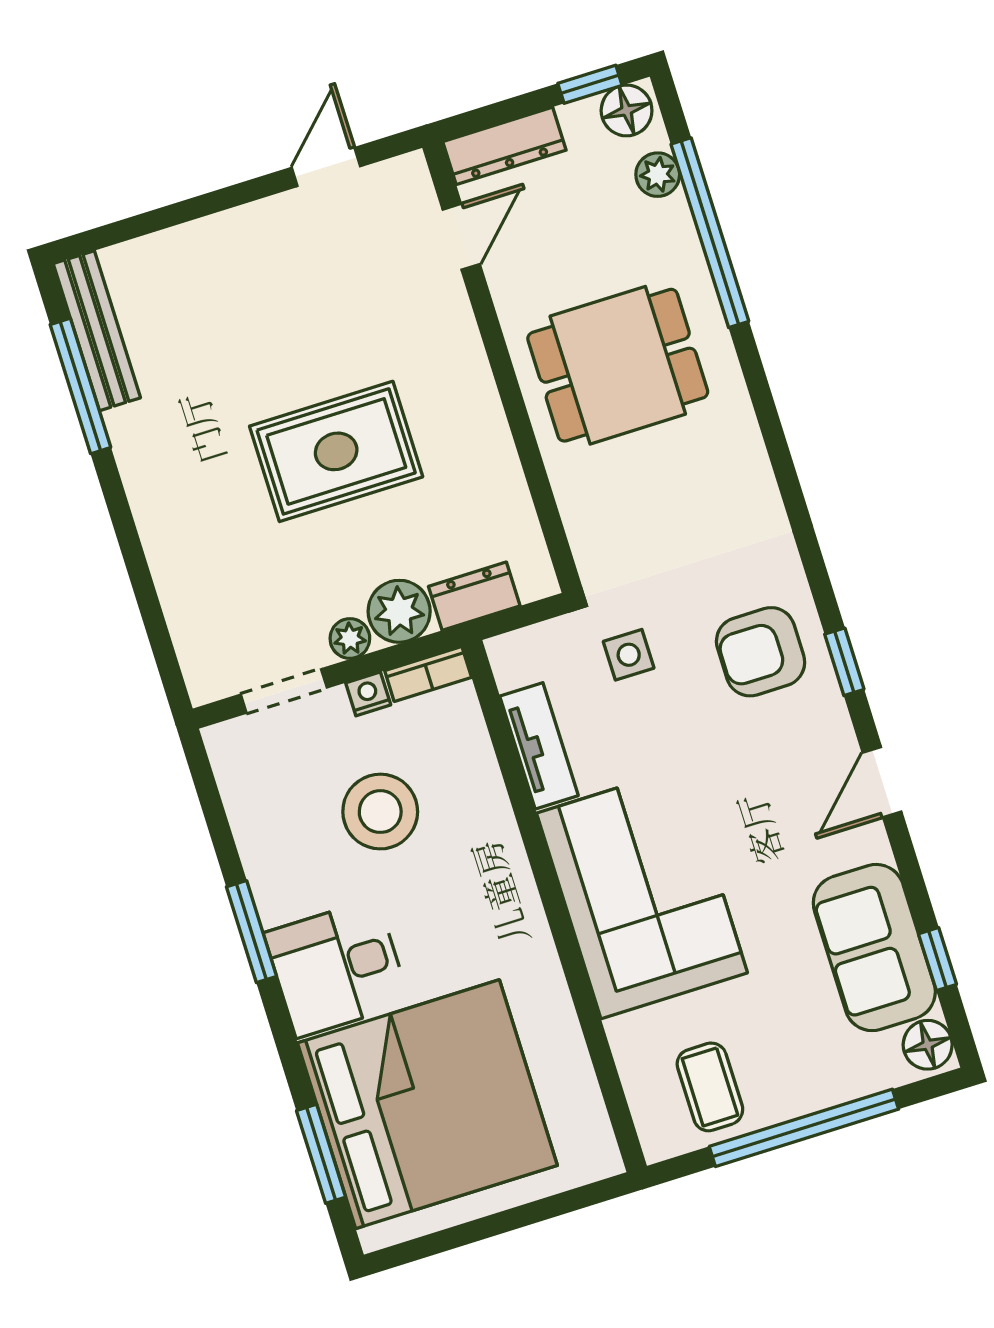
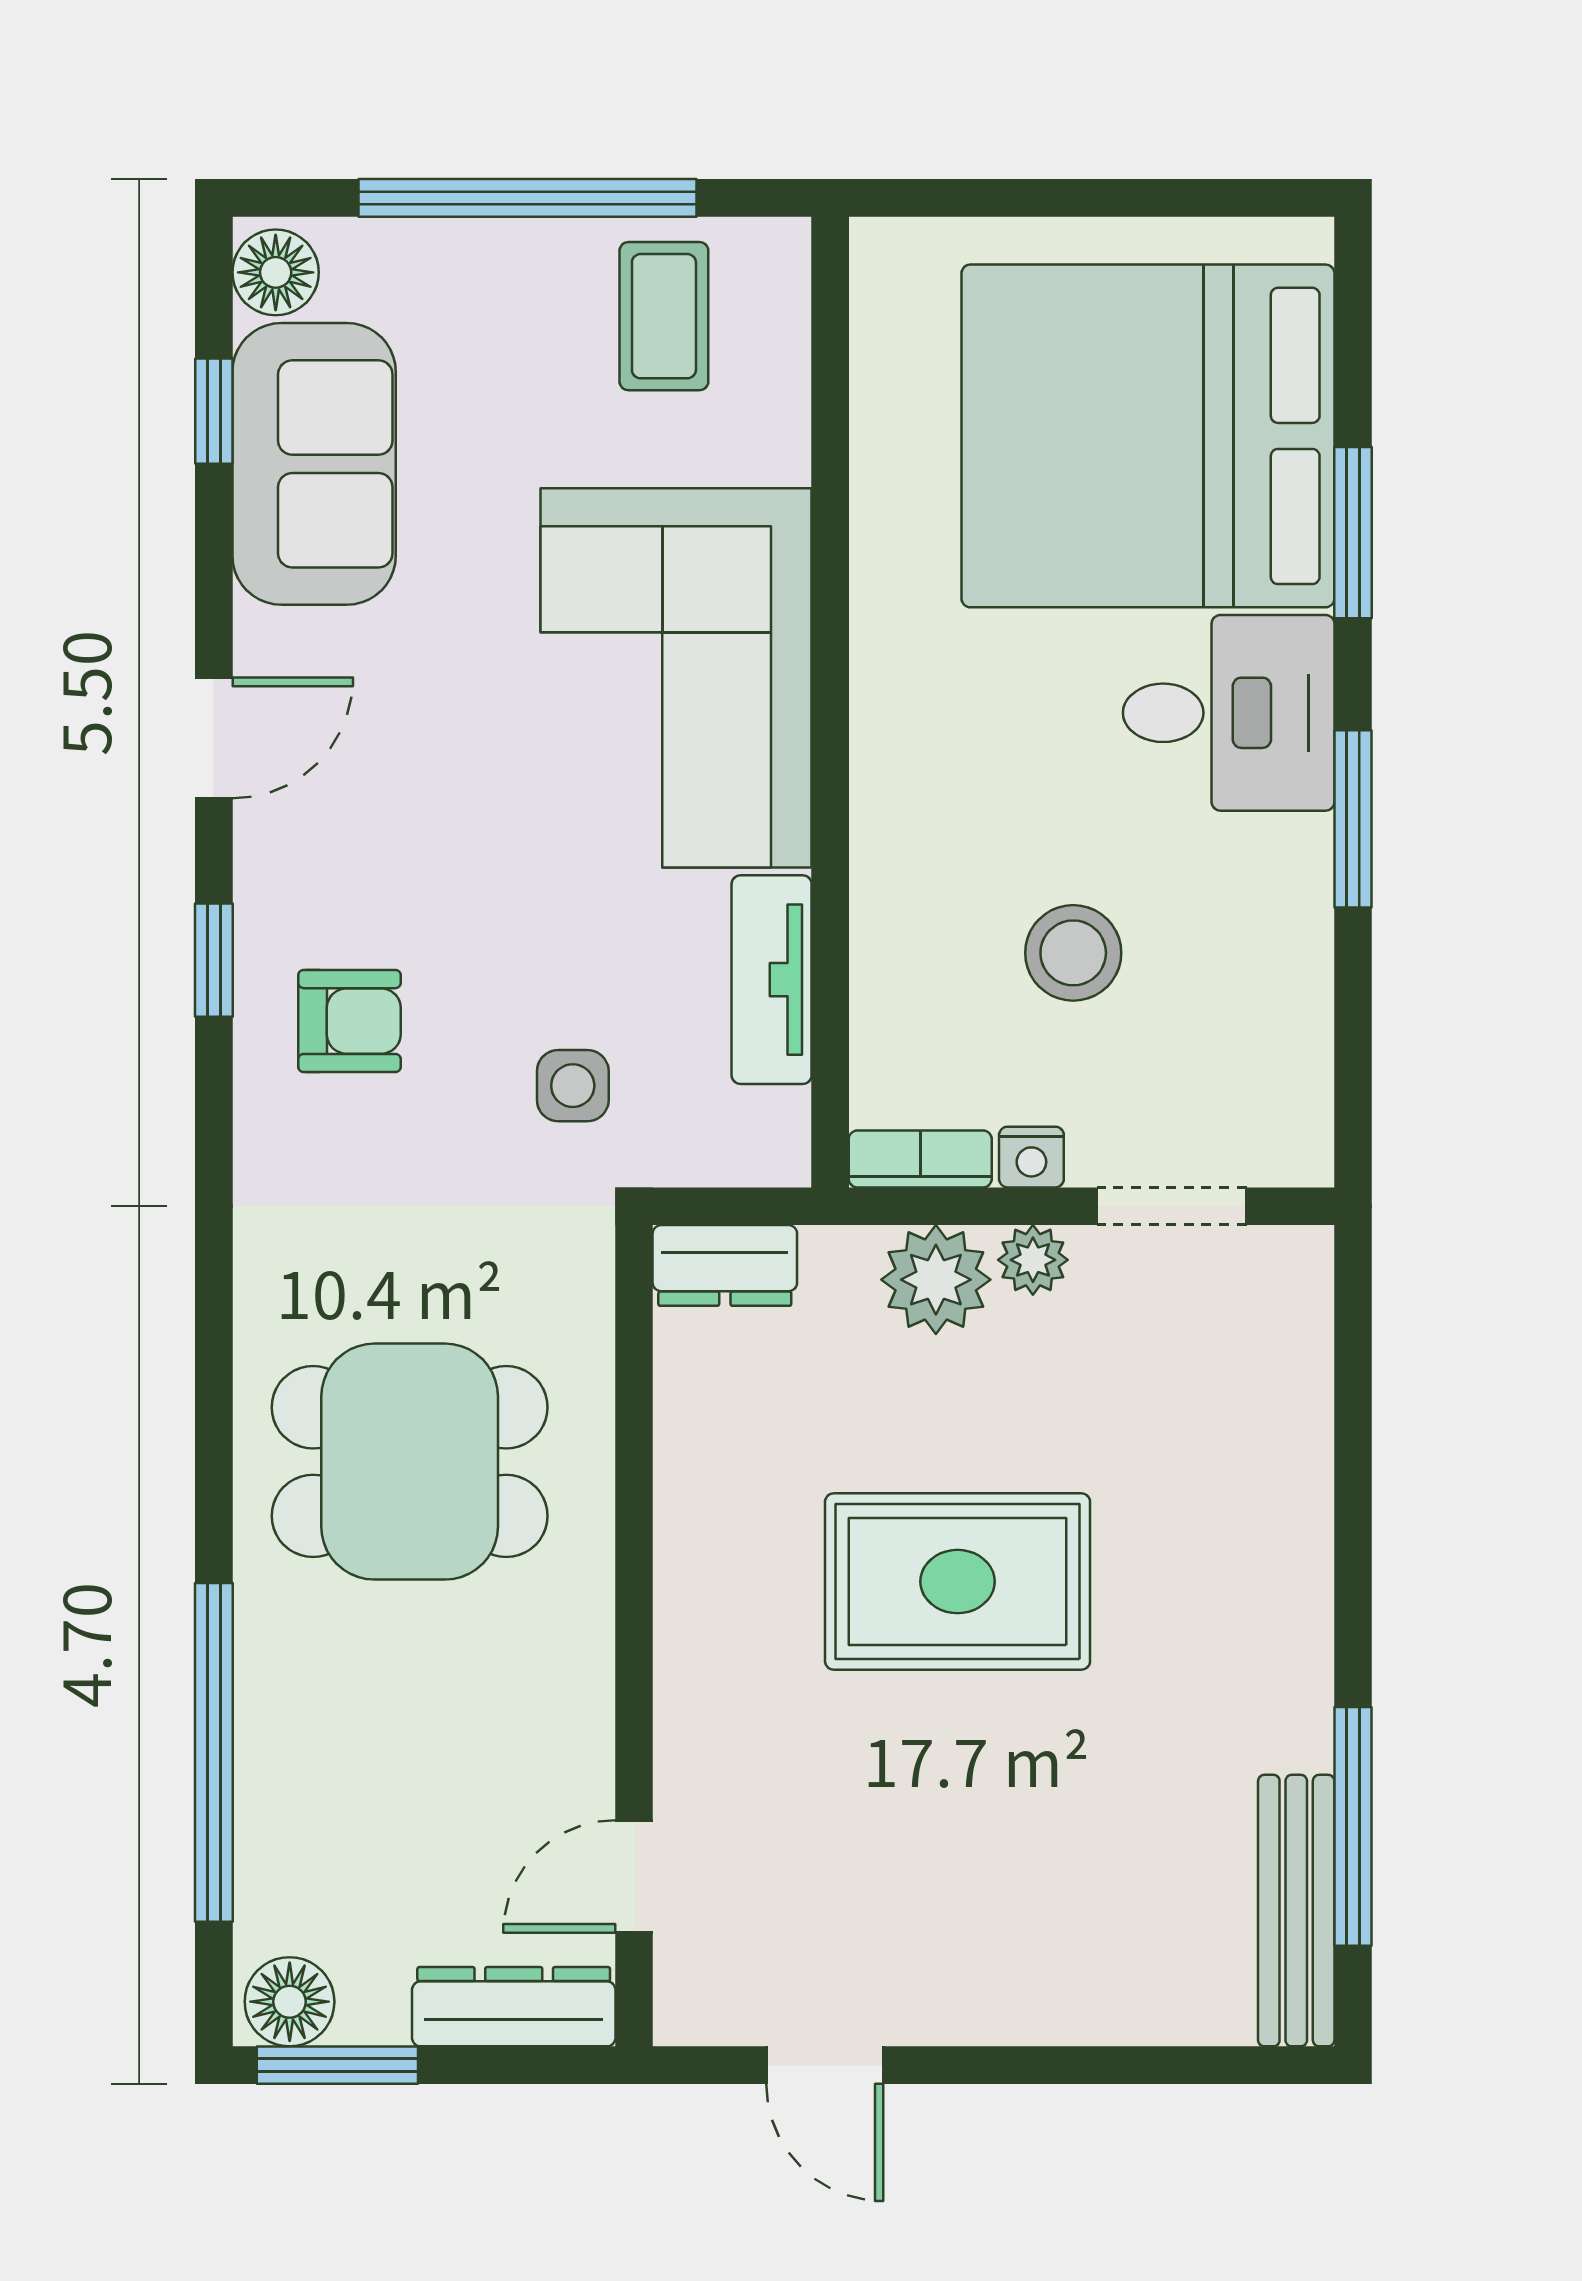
window: (590, 84) -> (337, 2065), width x1.50
door: (326, 167) -> (825, 2065), hinge flipped
plant: (658, 175) -> (271, 1878), removed
dining table: (618, 365) -> (410, 1462), moved
dresser: (474, 596) -> (725, 1265), moved
armchair: (761, 652) -> (349, 1021), width x0.72, depth x0.72
stool: (380, 812) -> (1073, 953), width x0.73, depth x0.73
window: (321, 1154) -> (1353, 533), moved

